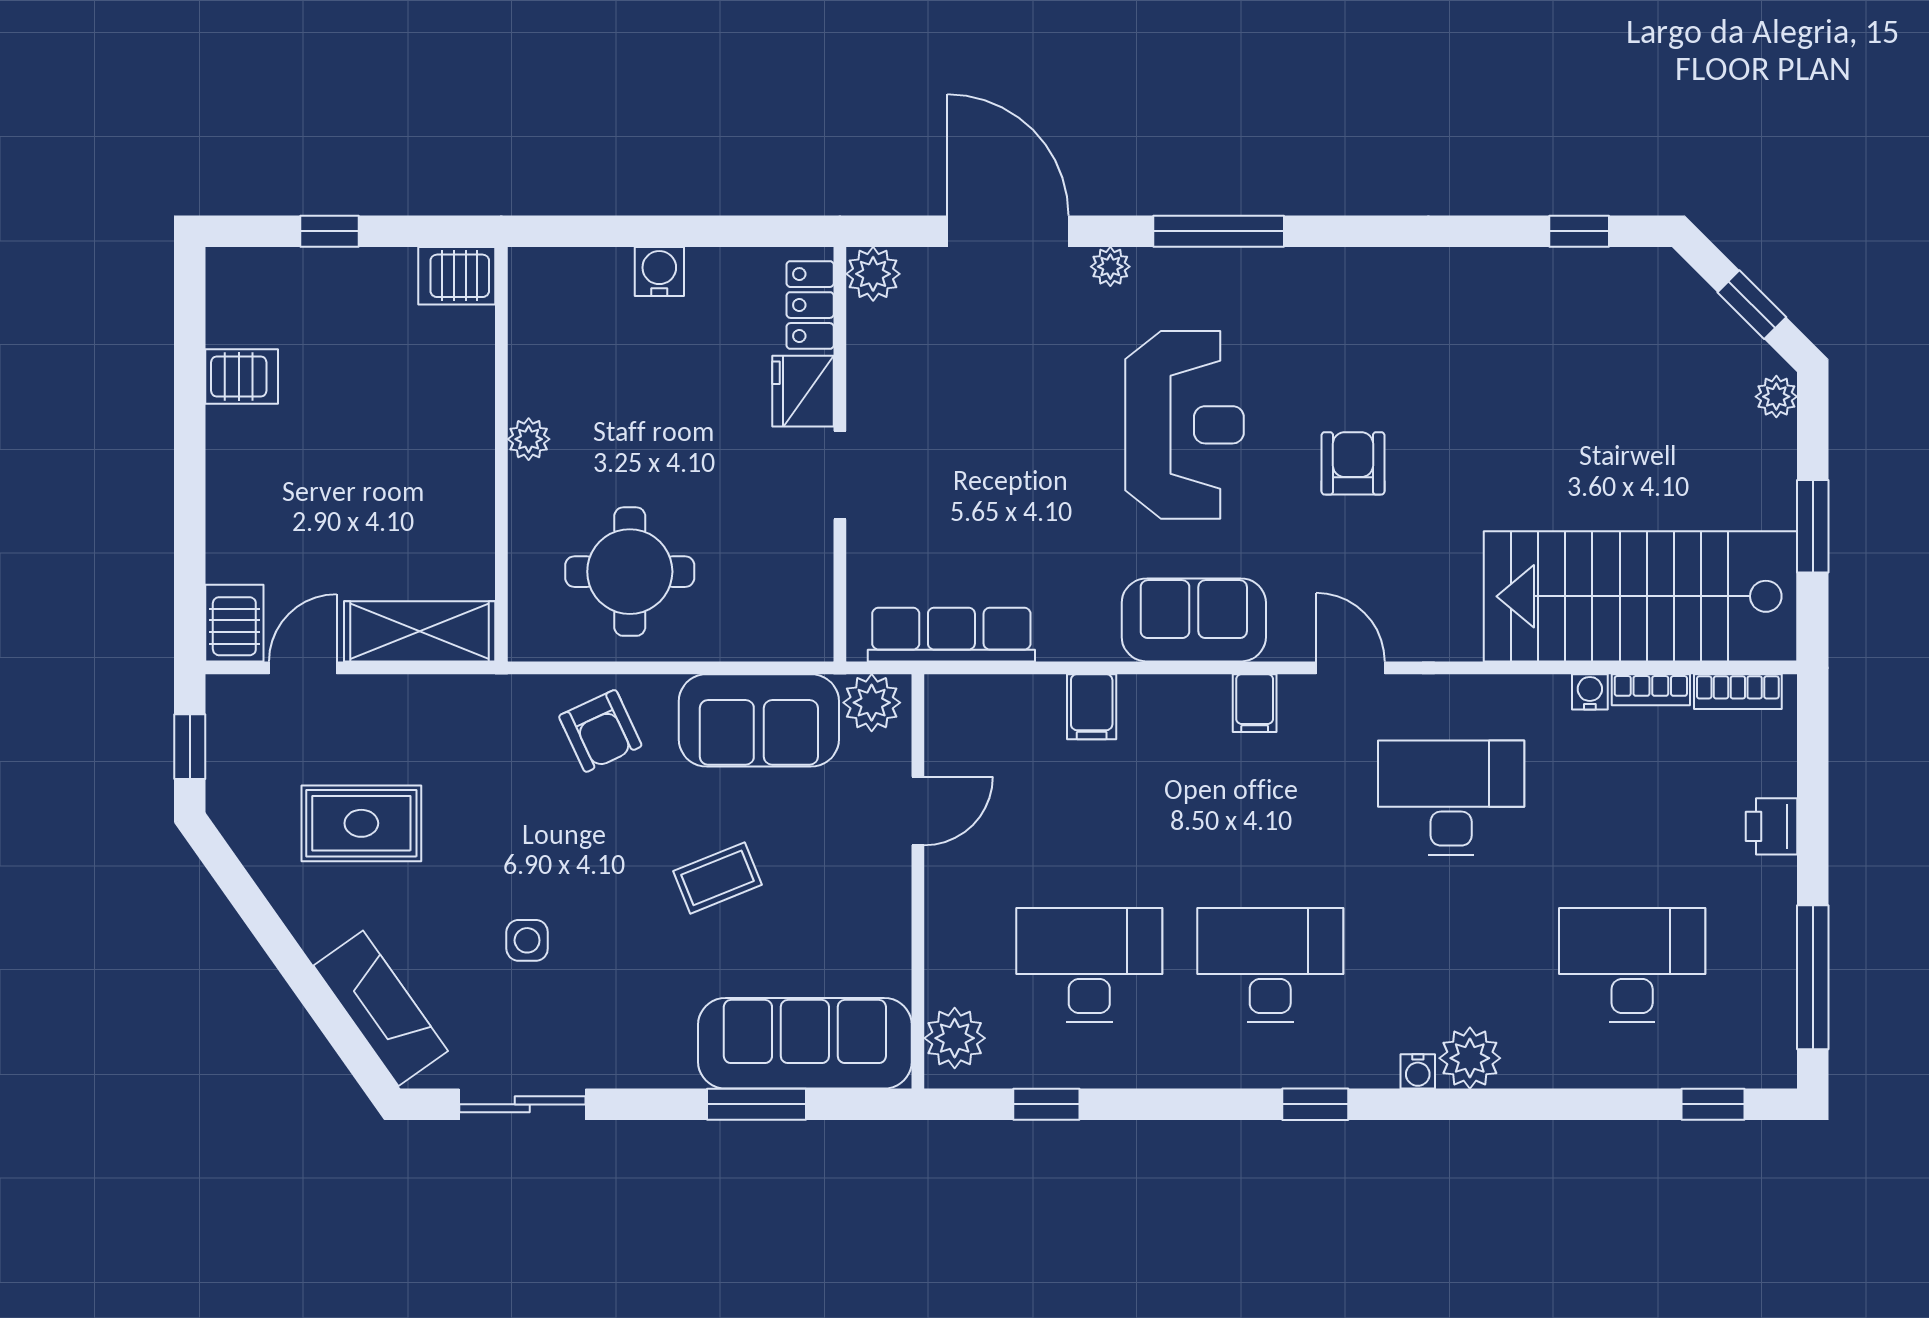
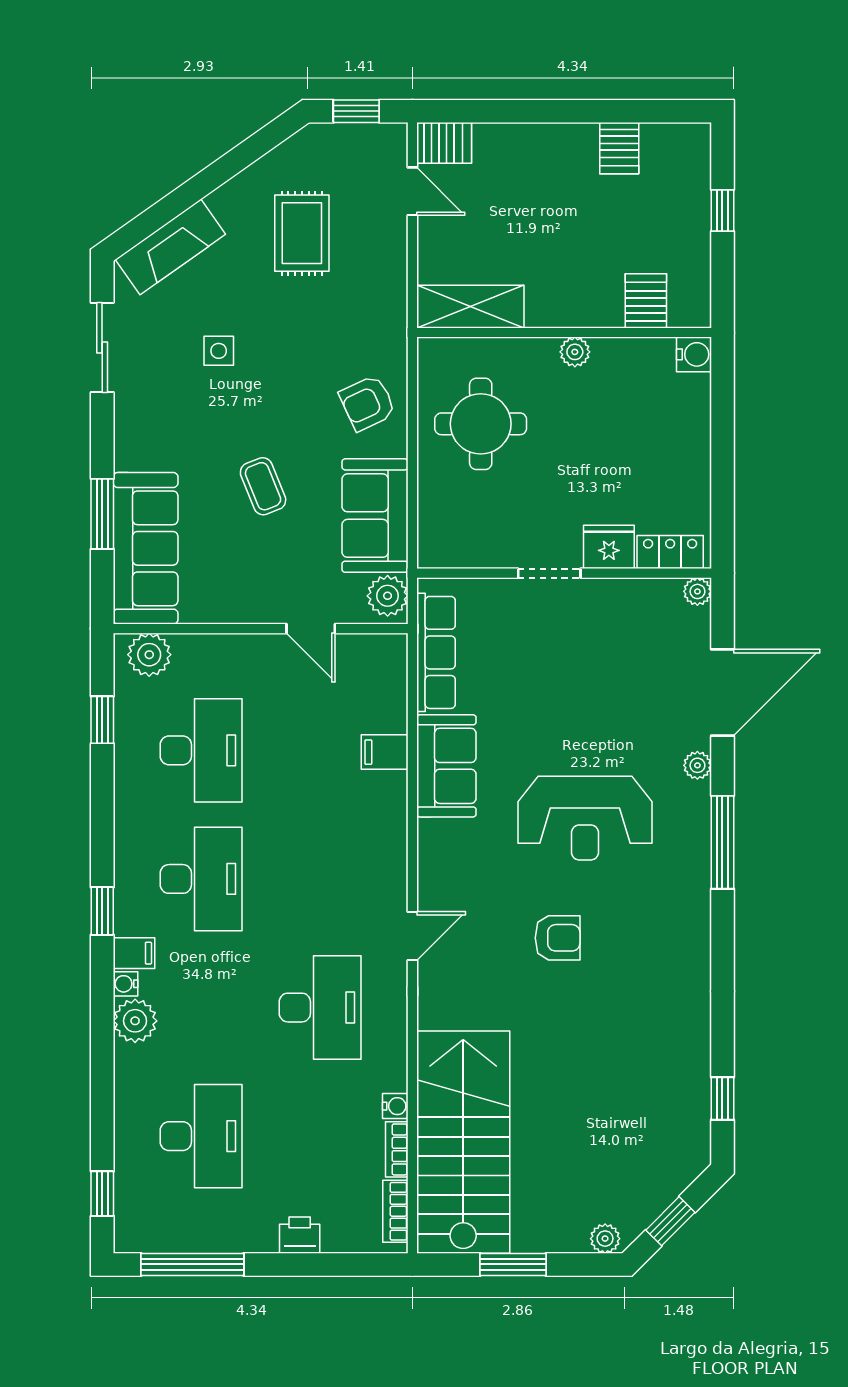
water cooler: (659, 271) -> (694, 354), moved
plant: (873, 274) -> (697, 591), width x0.73, depth x0.73
server rack: (457, 276) -> (646, 301), moved
sofa: (1194, 620) -> (446, 766), moved
shelving: (420, 631) -> (470, 307), moved, turned 90
filing cabinet: (1255, 703) -> (134, 953), moved, turned 180

